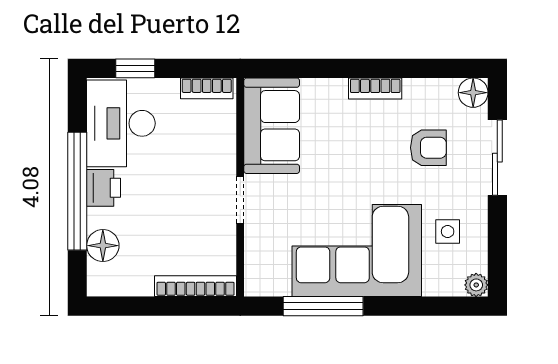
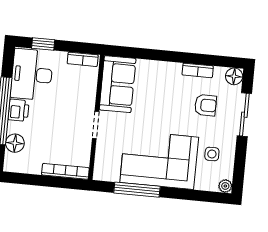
bookcase: (375, 88) -> (198, 70), moved

